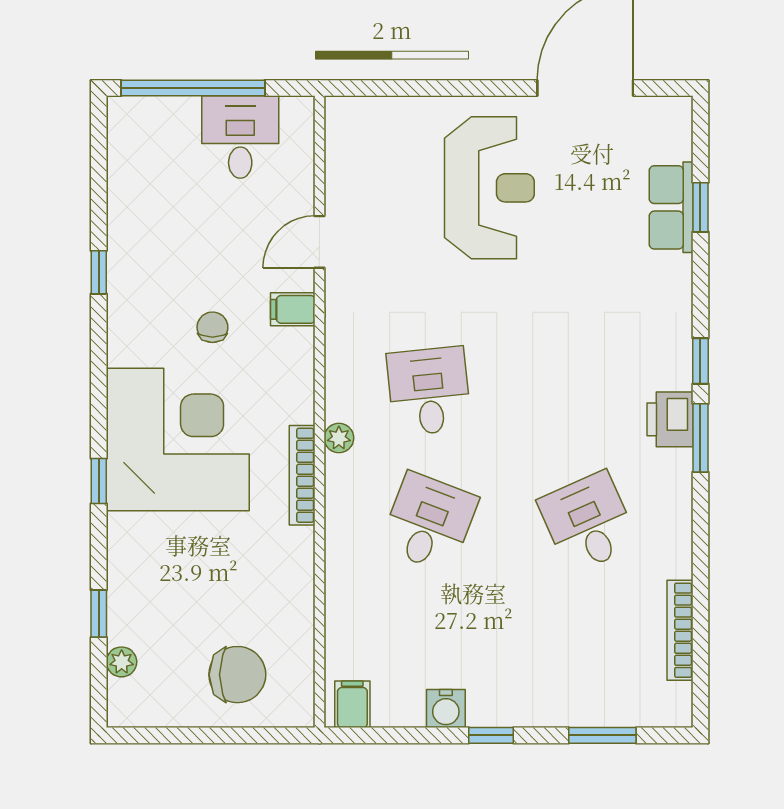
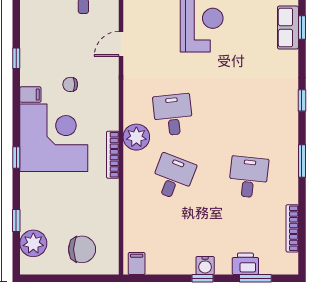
filing cabinet: (293, 309) -> (30, 95), moved, turned 180
chair: (212, 327) -> (70, 84), turned -90
printer: (670, 419) -> (245, 264), moved, turned 90
plant: (339, 438) -> (136, 137), width x1.88, depth x1.88
window: (700, 438) -> (302, 161), moved
desk: (588, 522) -> (248, 177), turned 30
plant: (122, 662) -> (33, 243), width x1.88, depth x1.88
water cooler: (446, 709) -> (205, 266), moved

